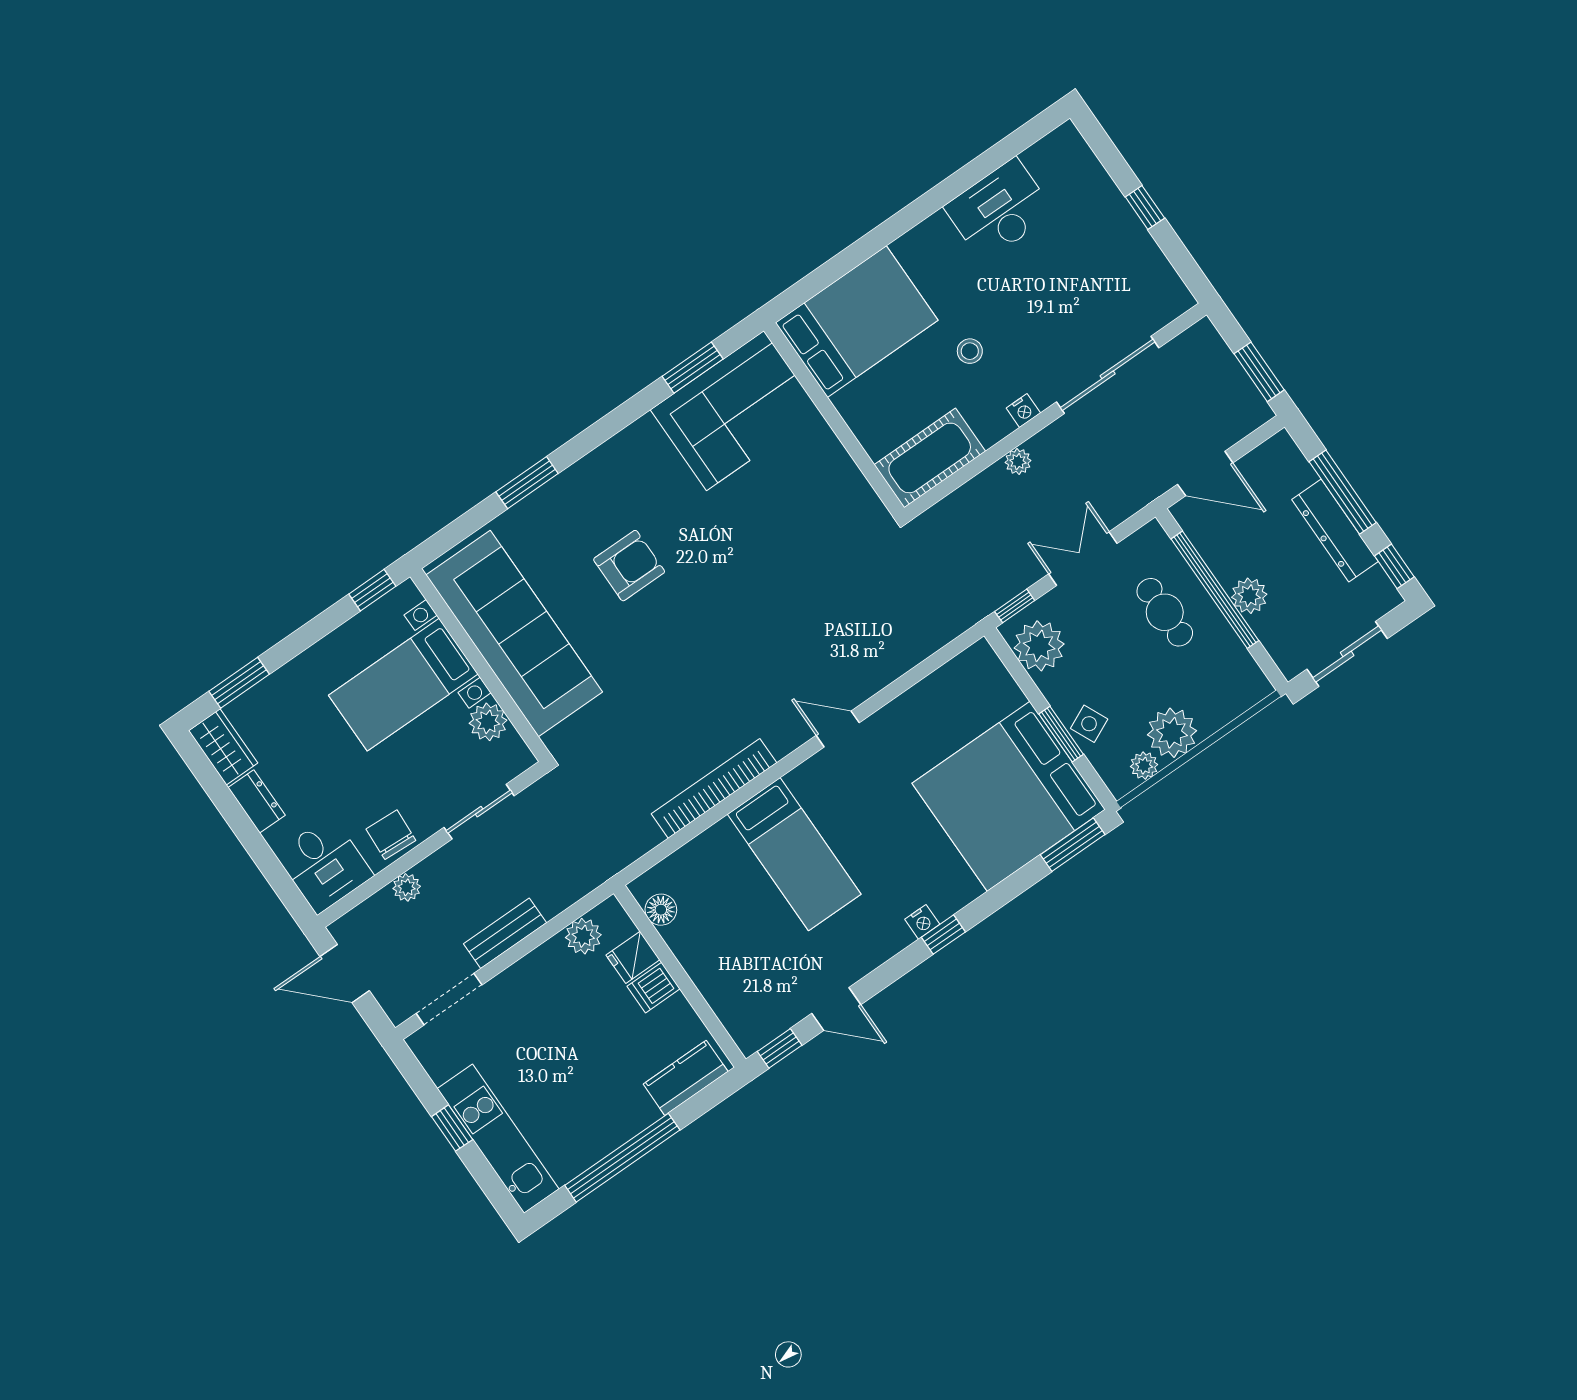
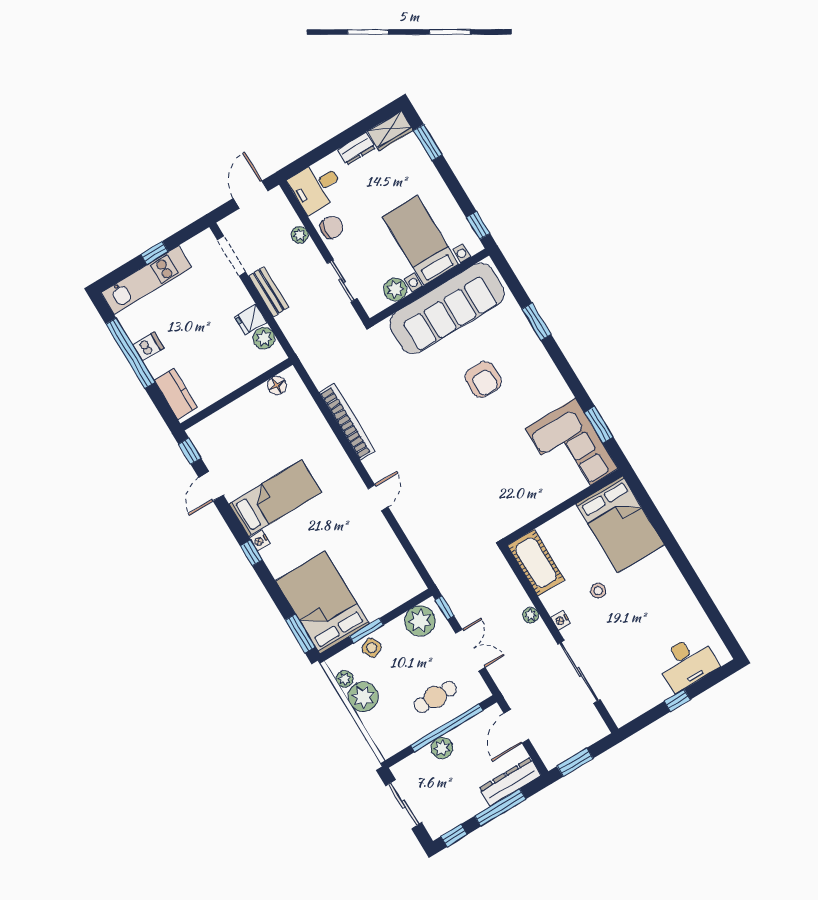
desk: (999, 210) -> (687, 663), moved, turned 90
dresser: (1335, 530) -> (510, 782), moved
bed: (1009, 796) -> (322, 602), width x0.73
bed: (794, 854) -> (275, 498), moved, turned 180
fridge: (633, 957) -> (251, 319), moved, turned -90
dishwasher: (654, 988) -> (148, 346), moved, turned 90

